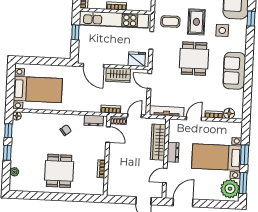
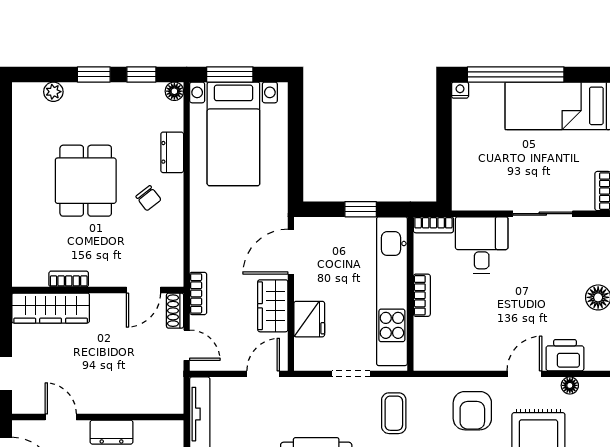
fridge: (137, 59) -> (309, 319), moved
window: (10, 90) -> (230, 74), added
dresser: (94, 121) -> (172, 152), moved
wardrobe: (158, 142) -> (51, 308), moved, turned 180
dining table: (59, 171) -> (86, 181), moved, turned 90

